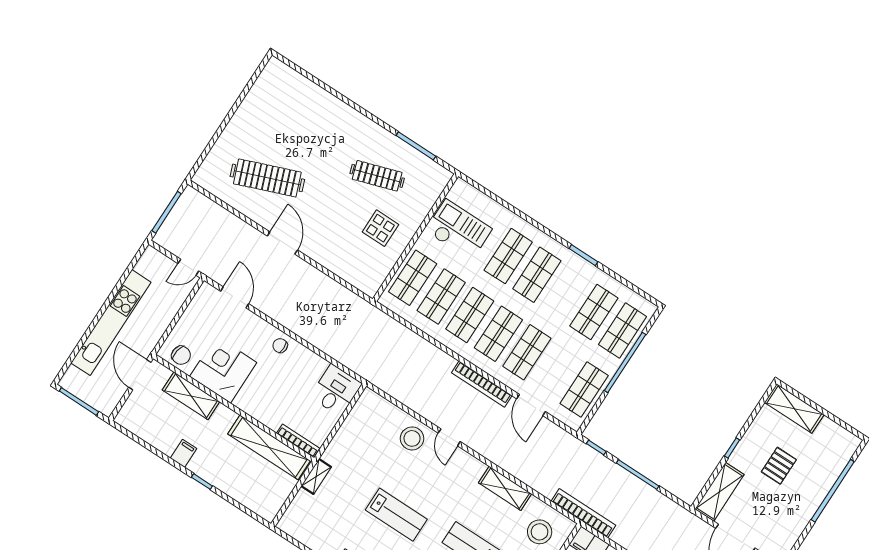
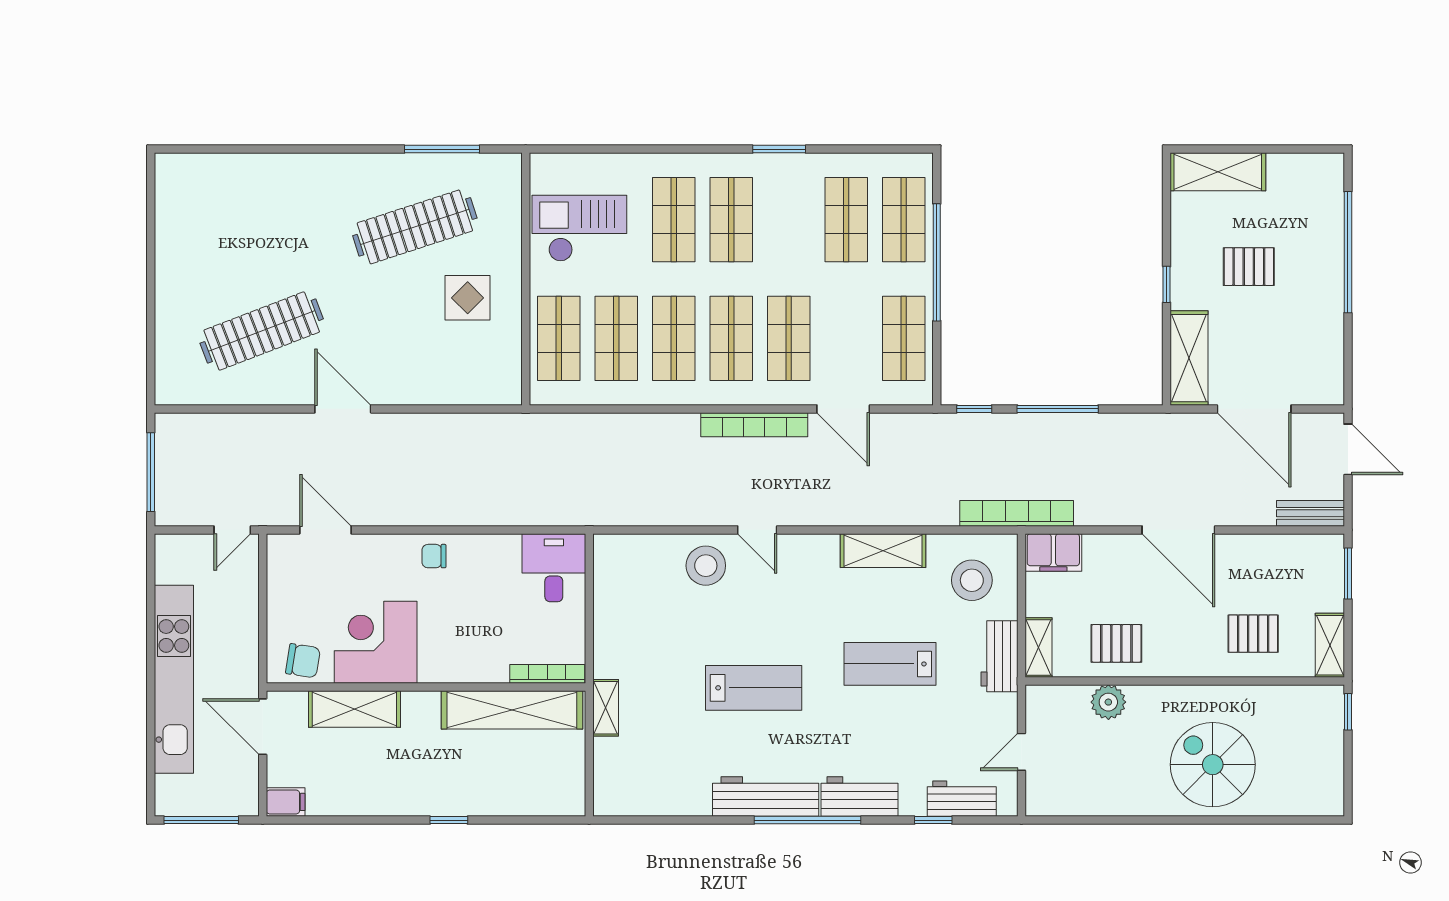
clothes rail: (377, 176) -> (415, 227), width x1.37, depth x1.31
filing cabinet: (183, 453) -> (286, 802), moved, turned 90
pallet: (779, 466) -> (1249, 267), turned 90

